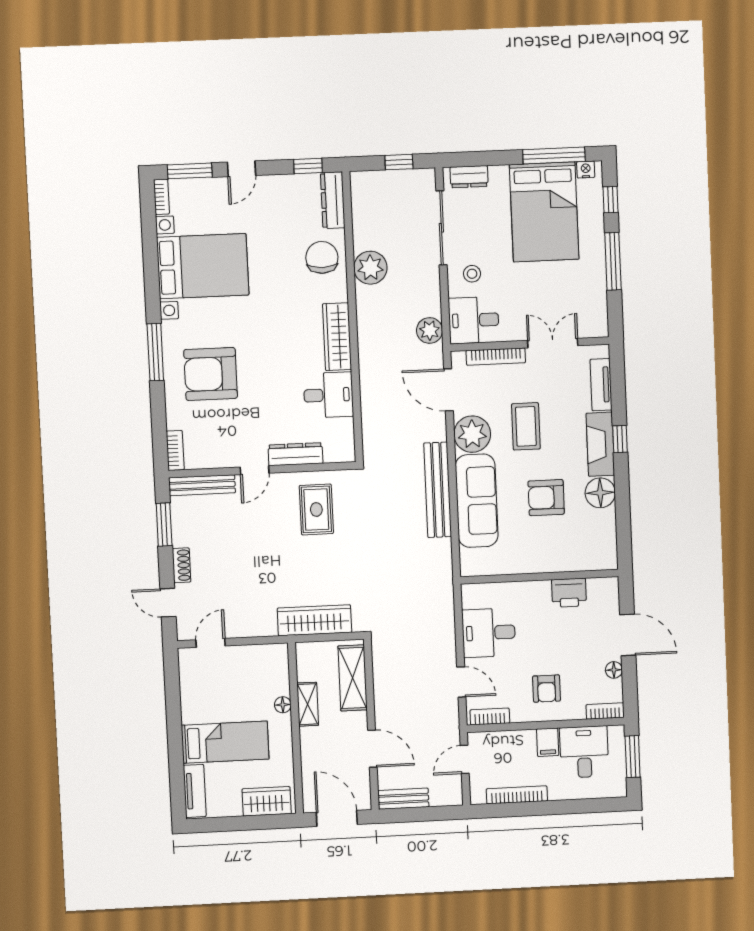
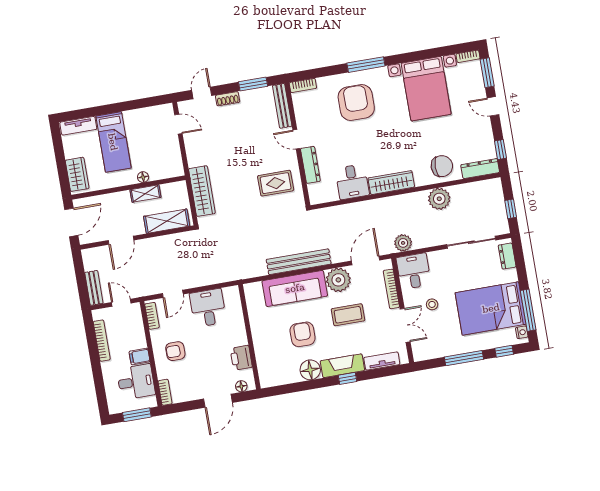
stool: (472, 274) -> (432, 304), moved
floor lamp: (614, 670) -> (241, 386), moved
bench: (403, 799) -> (94, 288), moved

